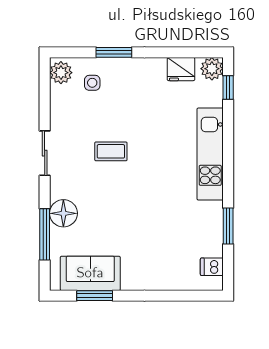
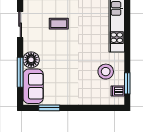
window: (228, 226) -> (127, 83), moved
stool: (191, 233) -> (106, 72), added
sofa: (90, 273) -> (33, 86), moved, turned 90

